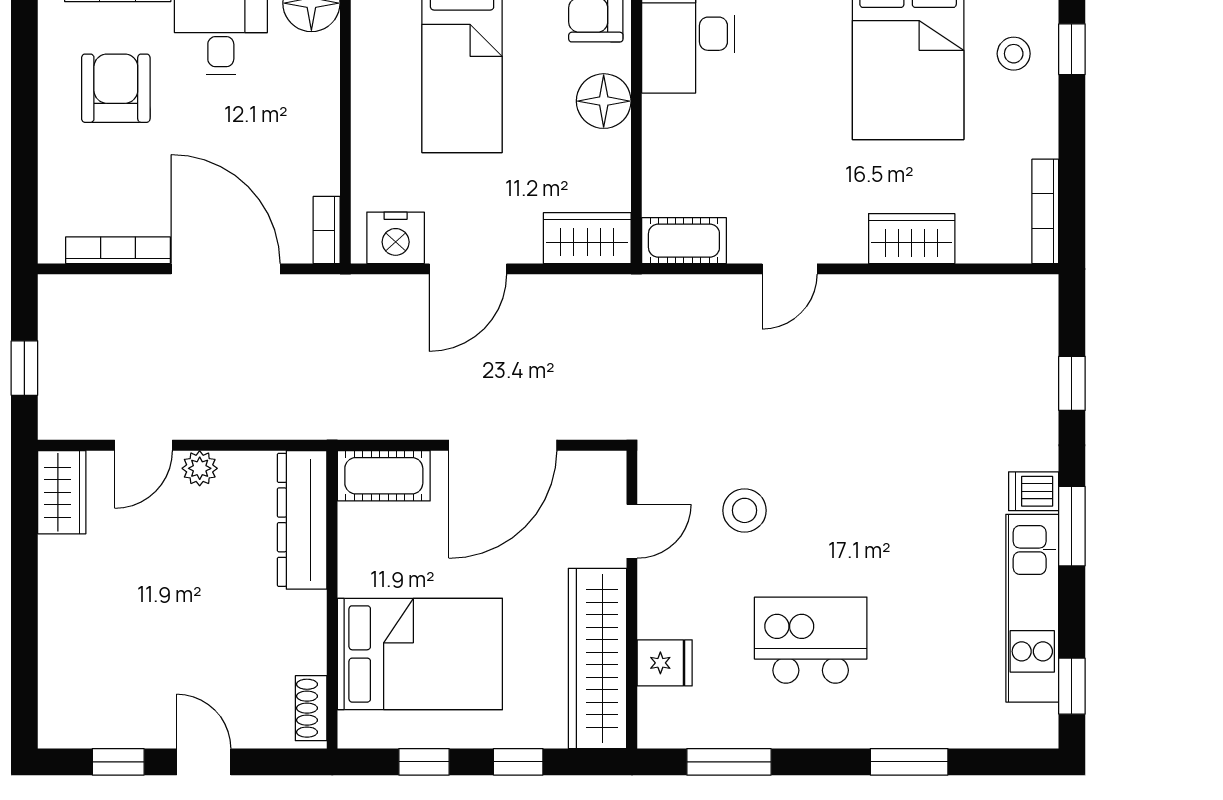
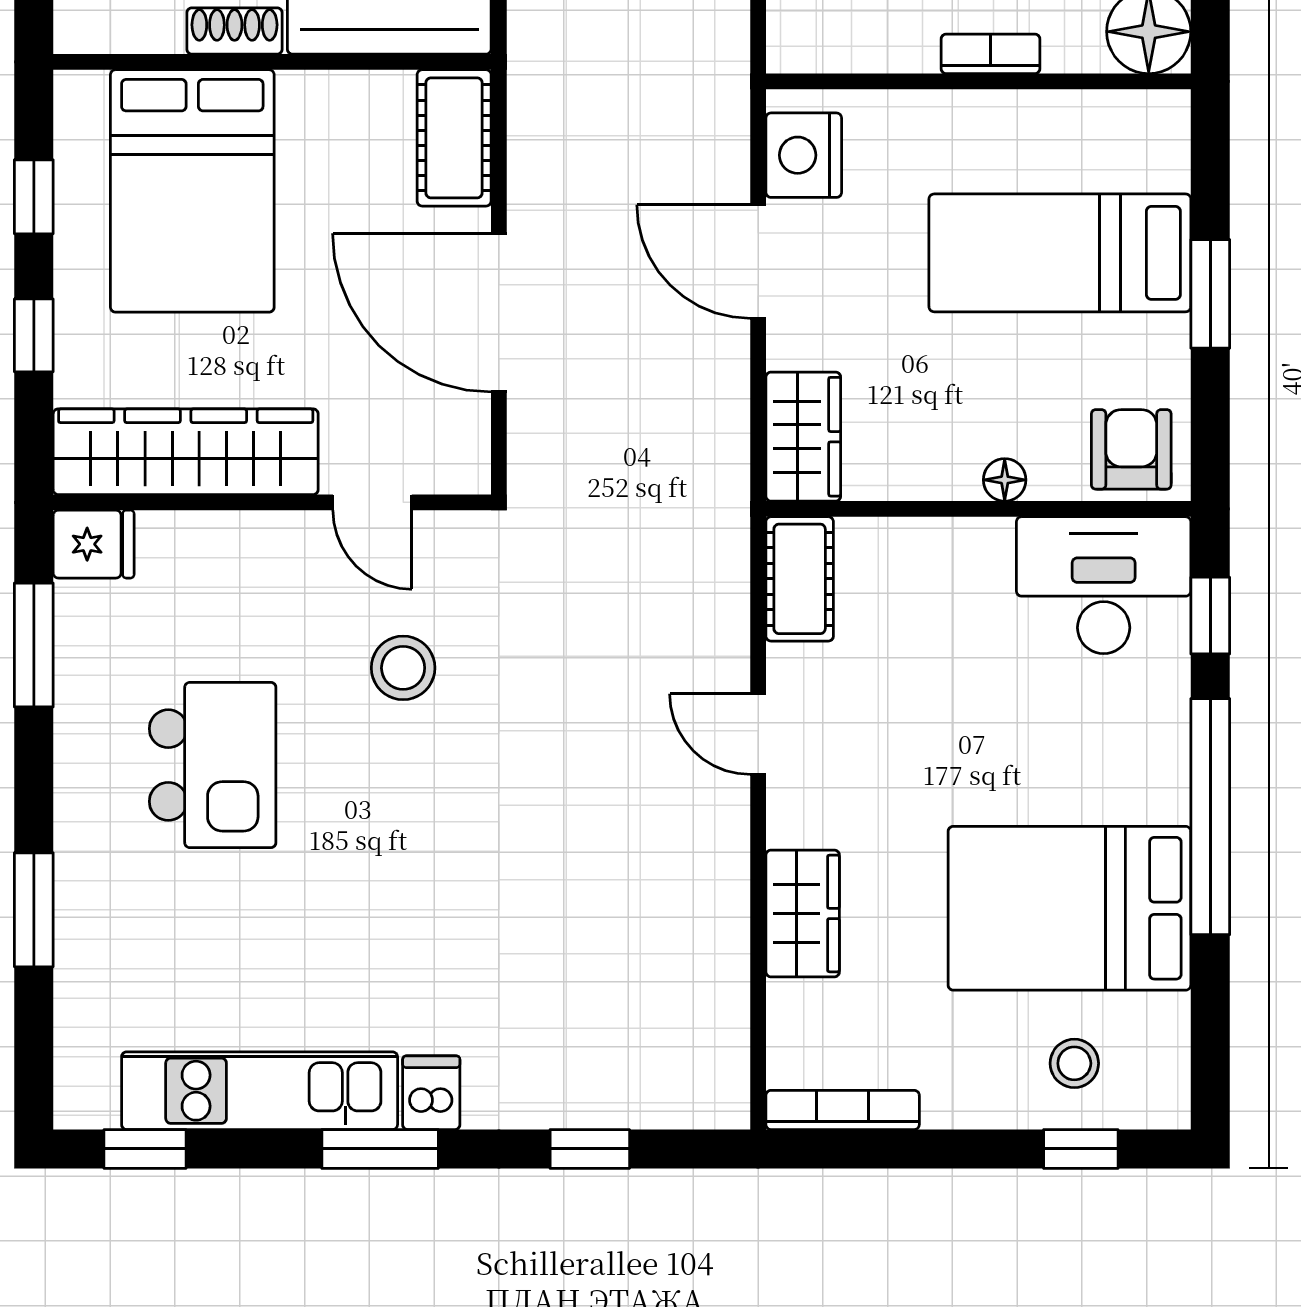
floor lamp: (604, 101) -> (1005, 480), width x0.53, depth x0.53
bookcase: (327, 230) -> (990, 54), moved
fridge: (665, 663) -> (94, 544), moved, turned -90
shoe rack: (311, 708) -> (234, 31), moved

